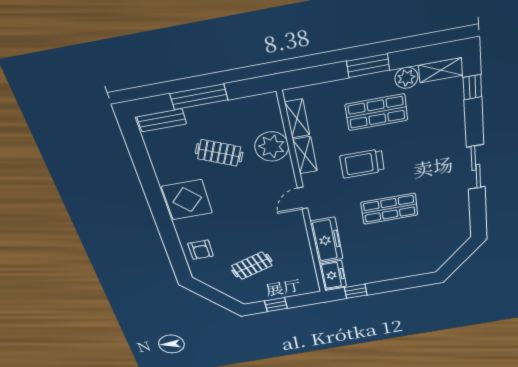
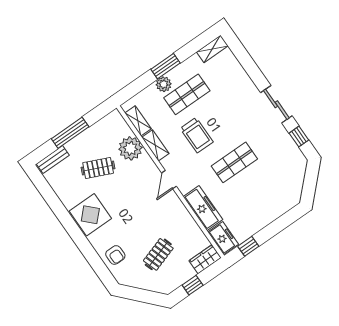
plant: (406, 78) -> (164, 84), moved
window: (472, 87) -> (299, 137), moved
trolley: (362, 164) -> (197, 135), turned -90
wardrobe: (302, 287) -> (205, 259), added

